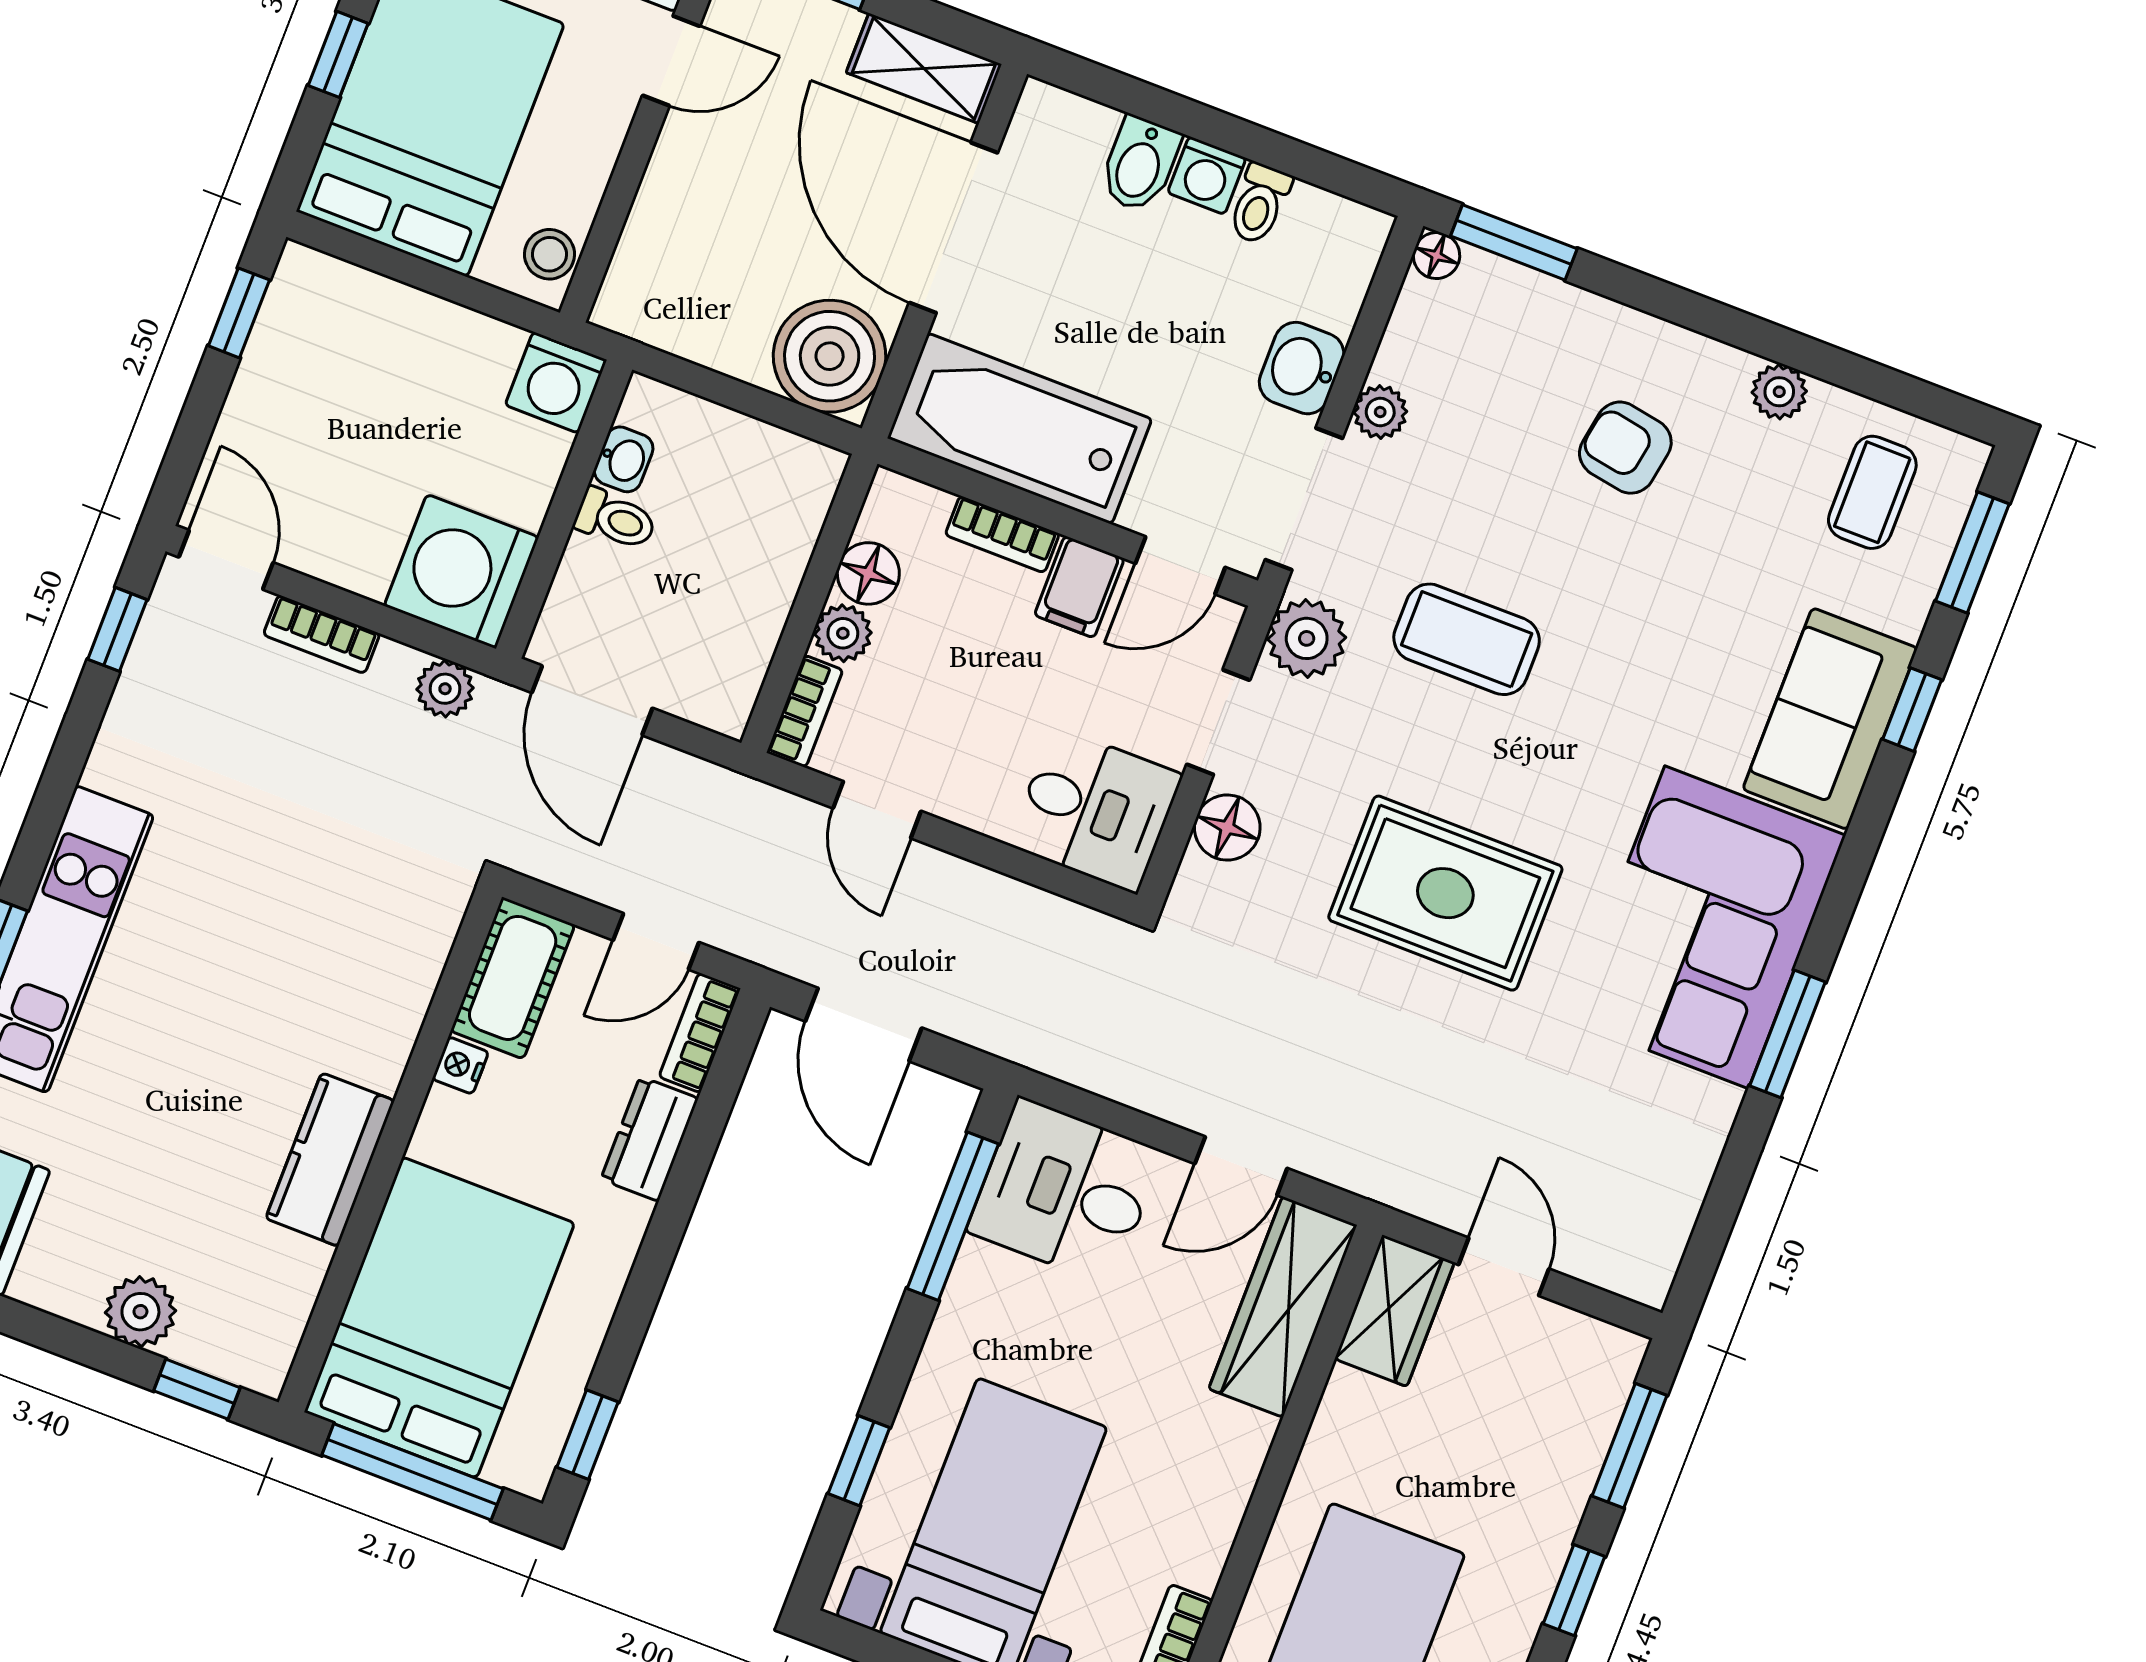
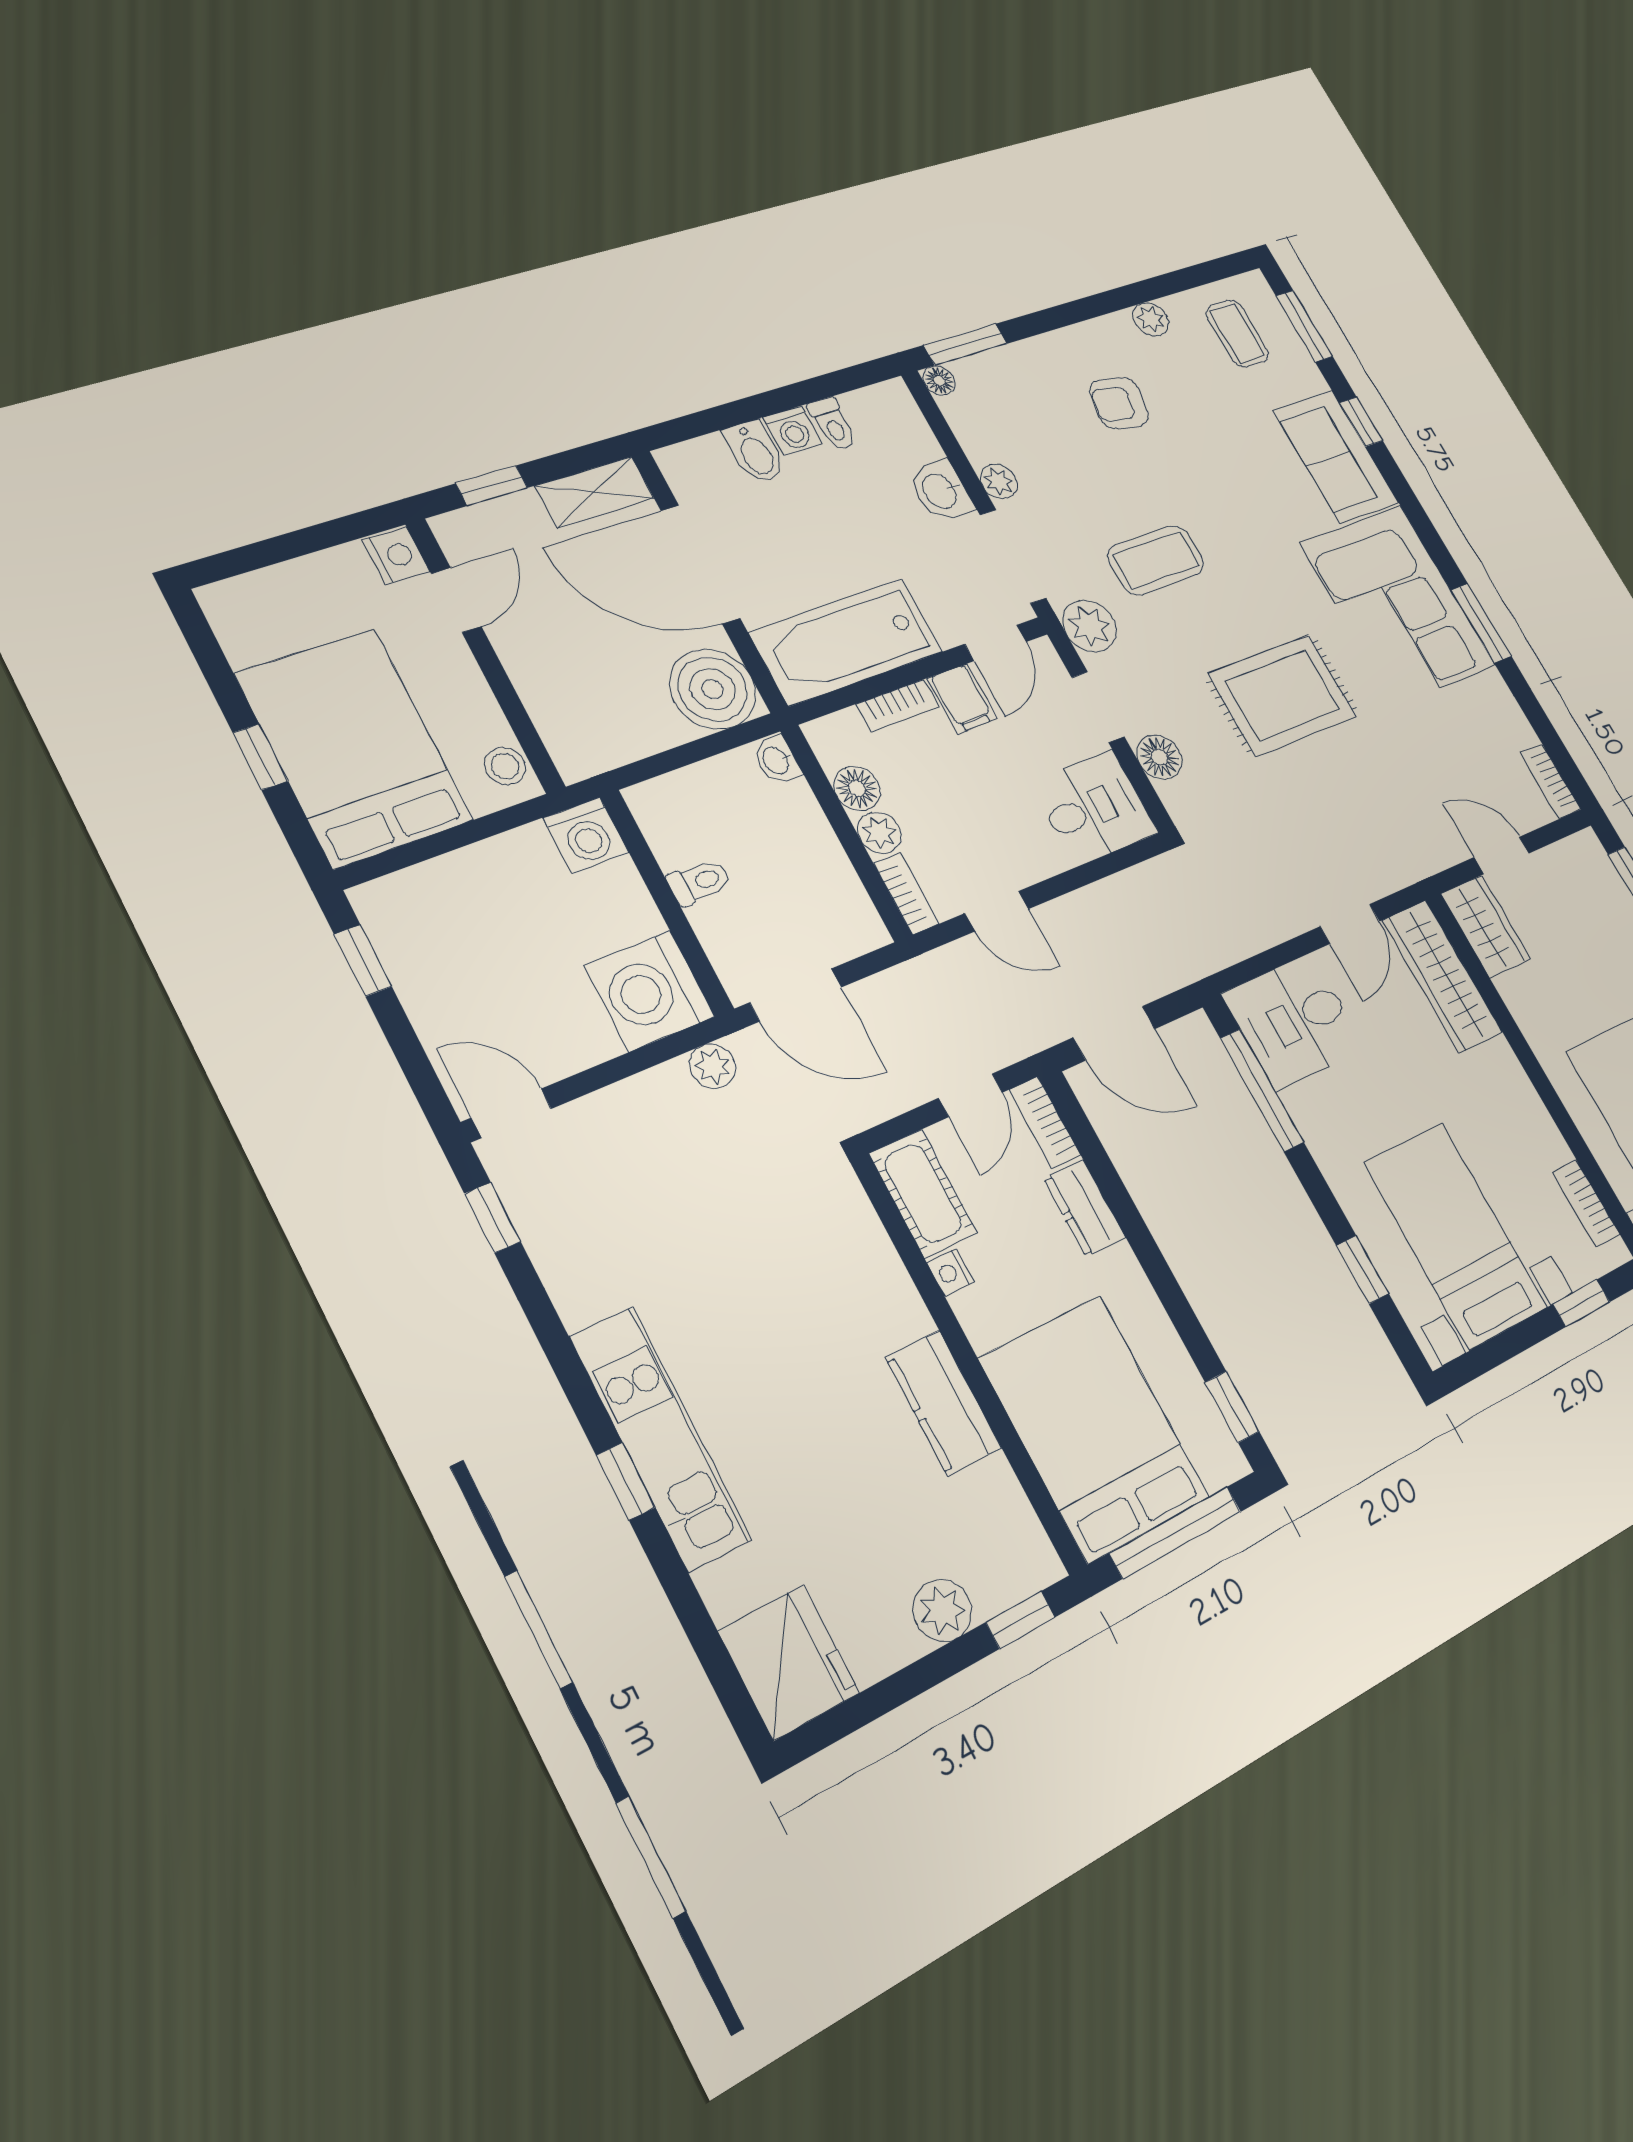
washbasin: (624, 459) -> (776, 760), moved, turned 180
bookcase: (322, 634) -> (1551, 781), moved, turned 90

